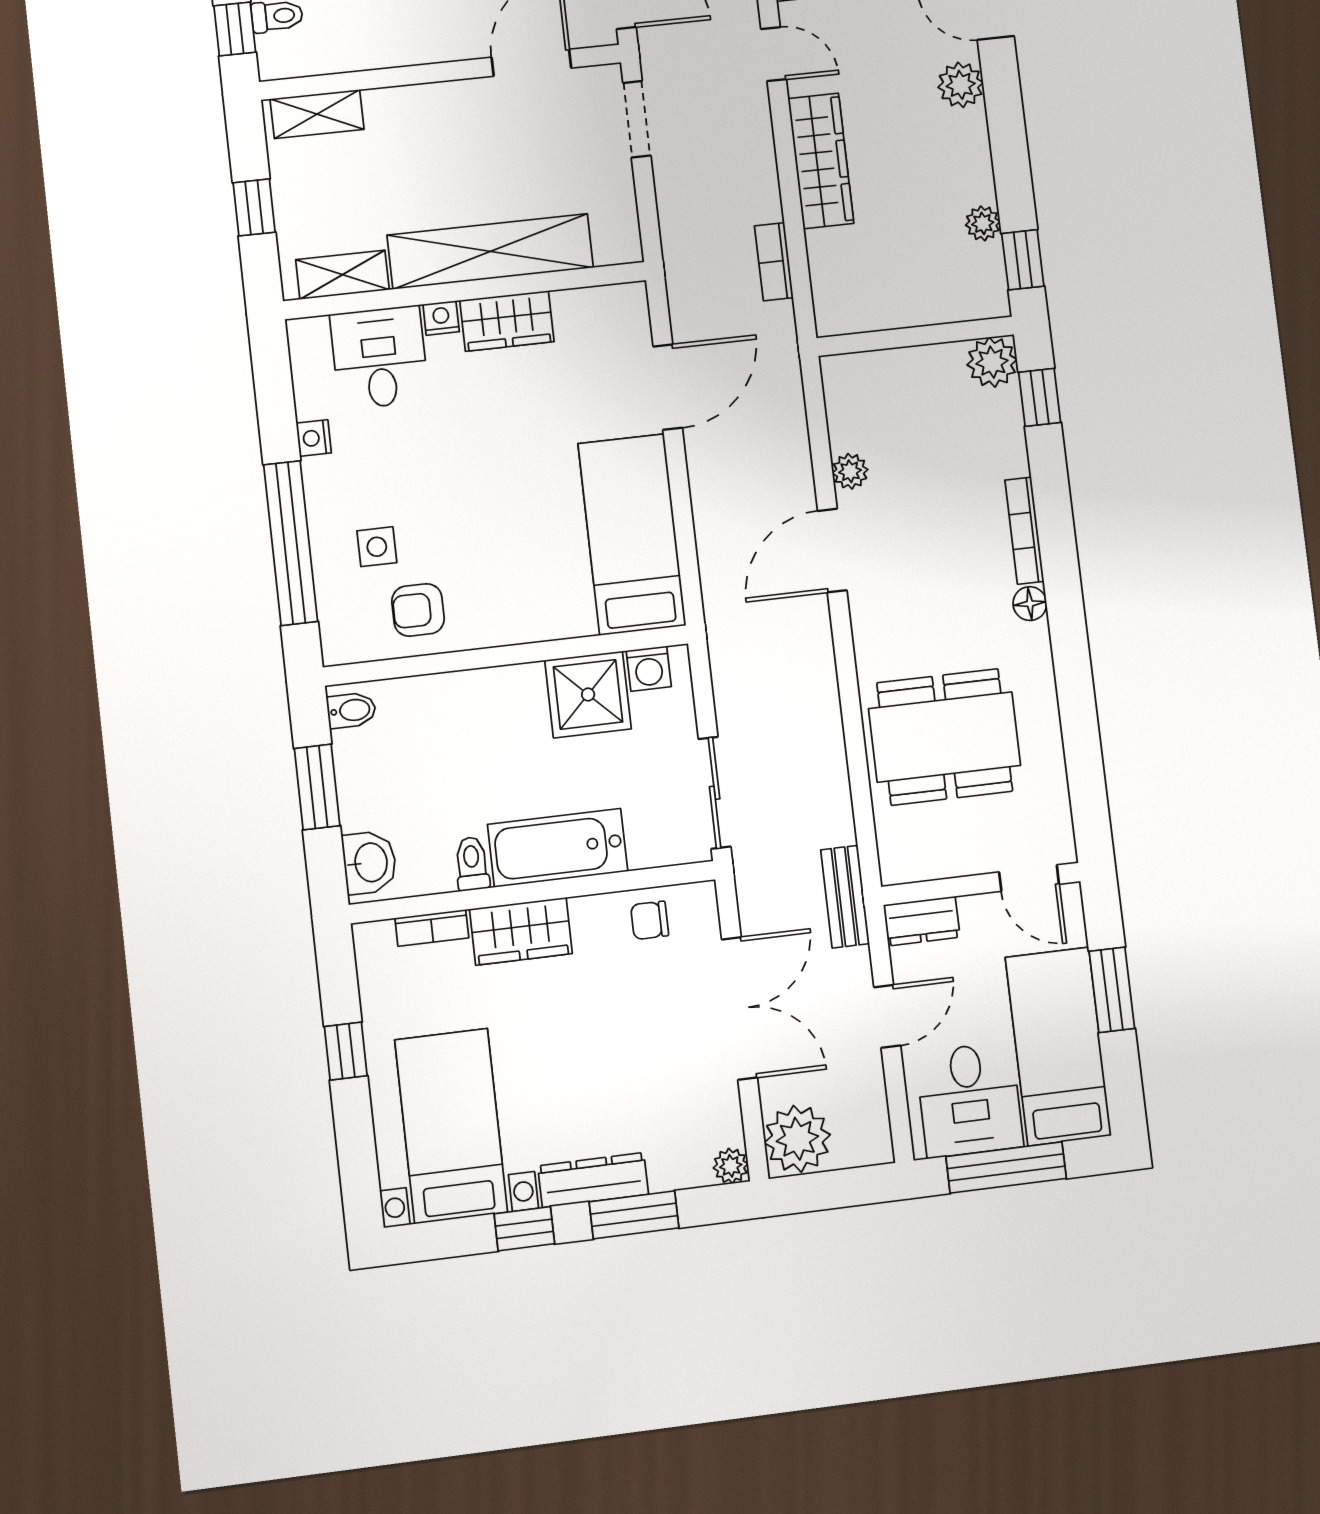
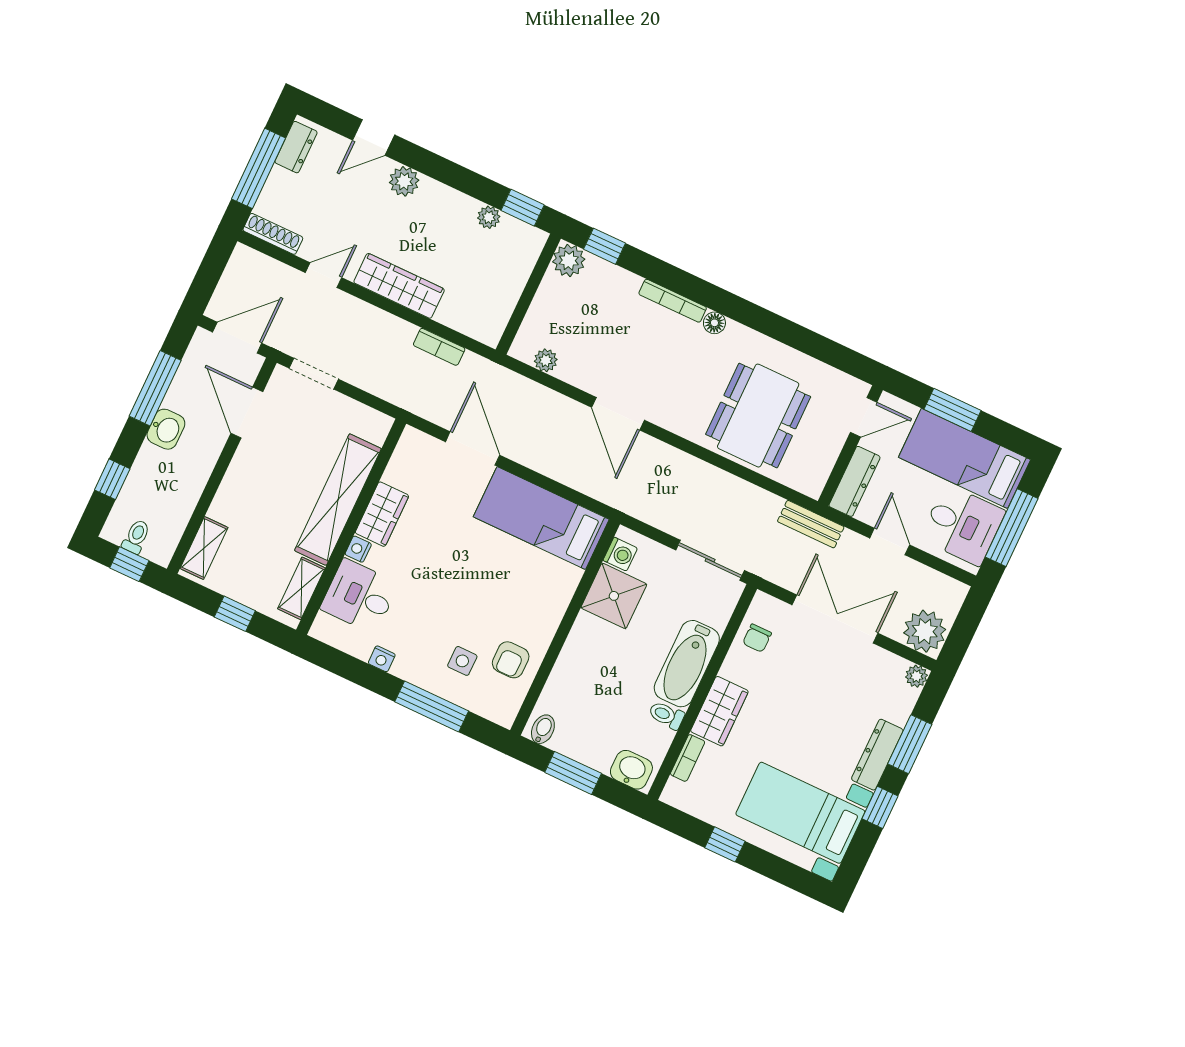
plant: (850, 471) -> (546, 360), moved
window: (291, 543) -> (432, 706), width x0.68
dresser: (922, 921) -> (854, 481), width x1.44

